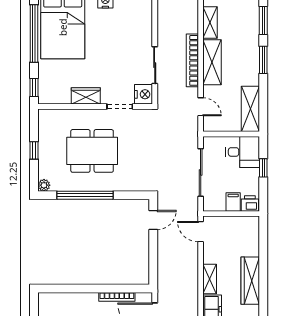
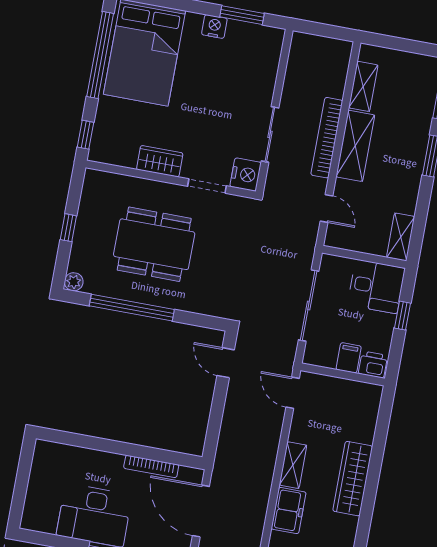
shelving: (250, 109) -> (401, 237), width x0.67, depth x0.75
door: (153, 220) -> (226, 363), swing flipped

